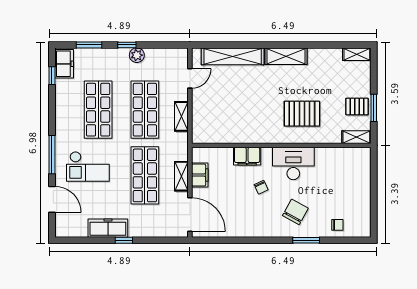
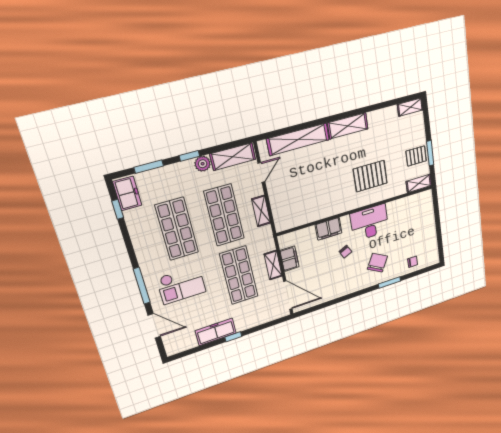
shelving: (166, 56) -> (233, 157), added

